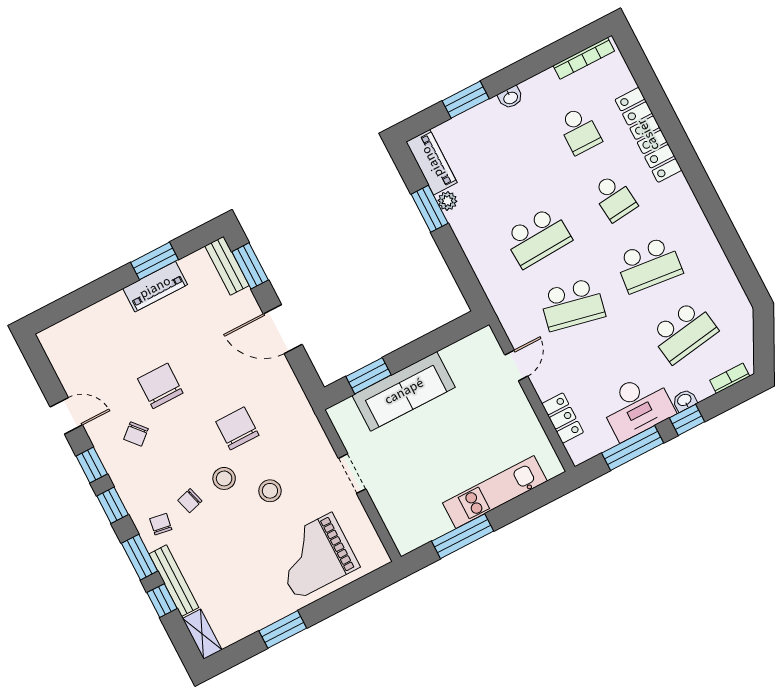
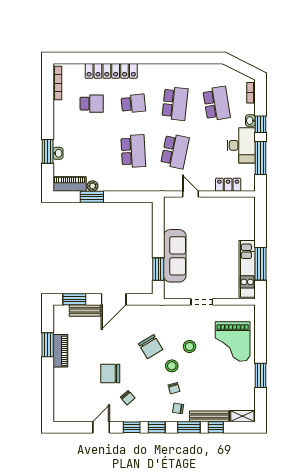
washbasin: (510, 98) -> (58, 153), moved
bench: (227, 266) -> (85, 310), moved
chair: (237, 428) -> (151, 347), turned -121
kitchen unit: (495, 492) -> (247, 269), moved

